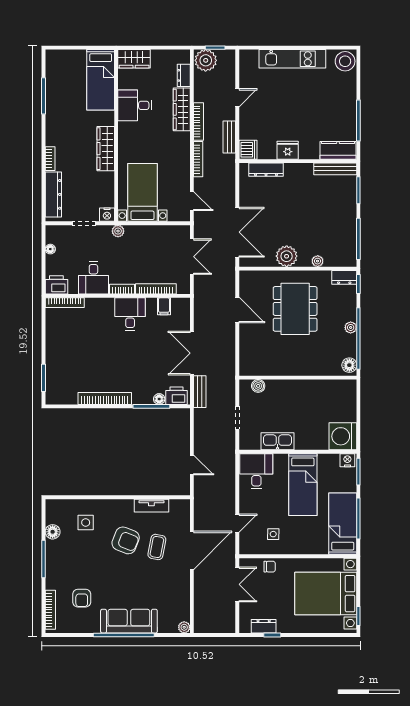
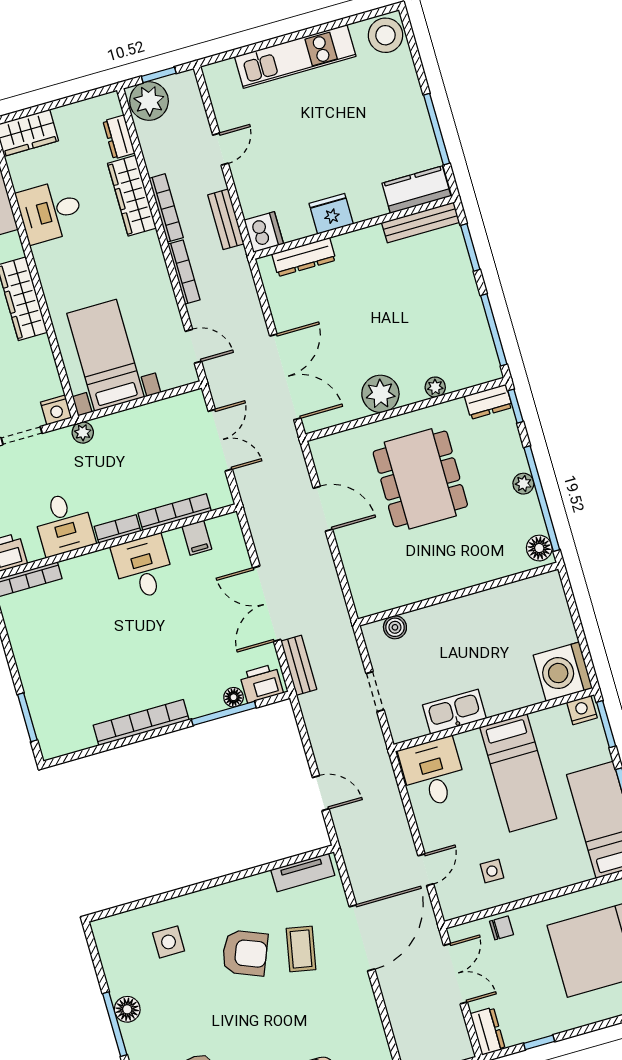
tv unit: (151, 506) -> (303, 873), moved
floor lamp: (53, 532) -> (127, 1009), moved
dresser: (264, 626) -> (488, 1031), moved, turned 90

